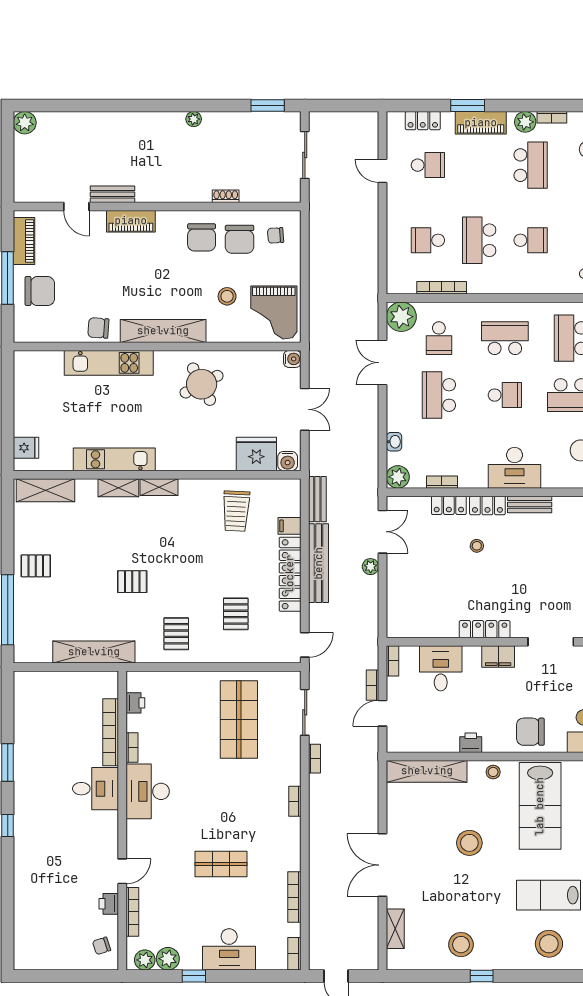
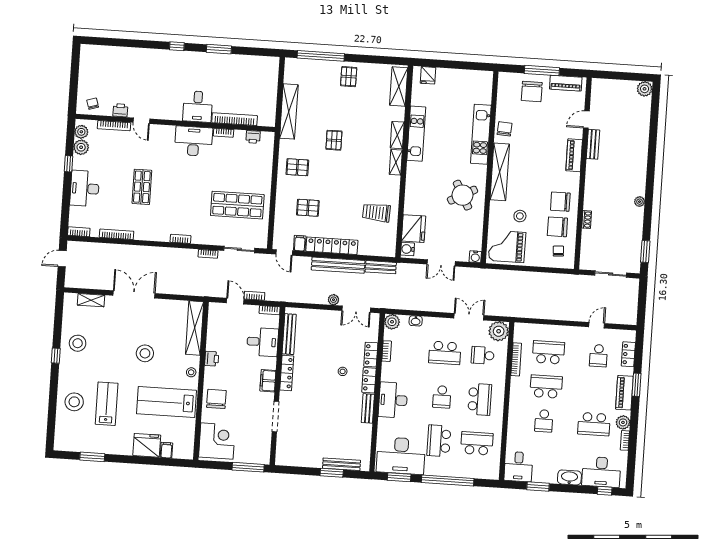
school desk: (428, 240) -> (548, 352), width x1.85
school desk: (439, 395) -> (445, 353), turned 180
filing cabinet: (289, 526) -> (300, 243), moved
bench: (426, 629) -> (289, 334), added

